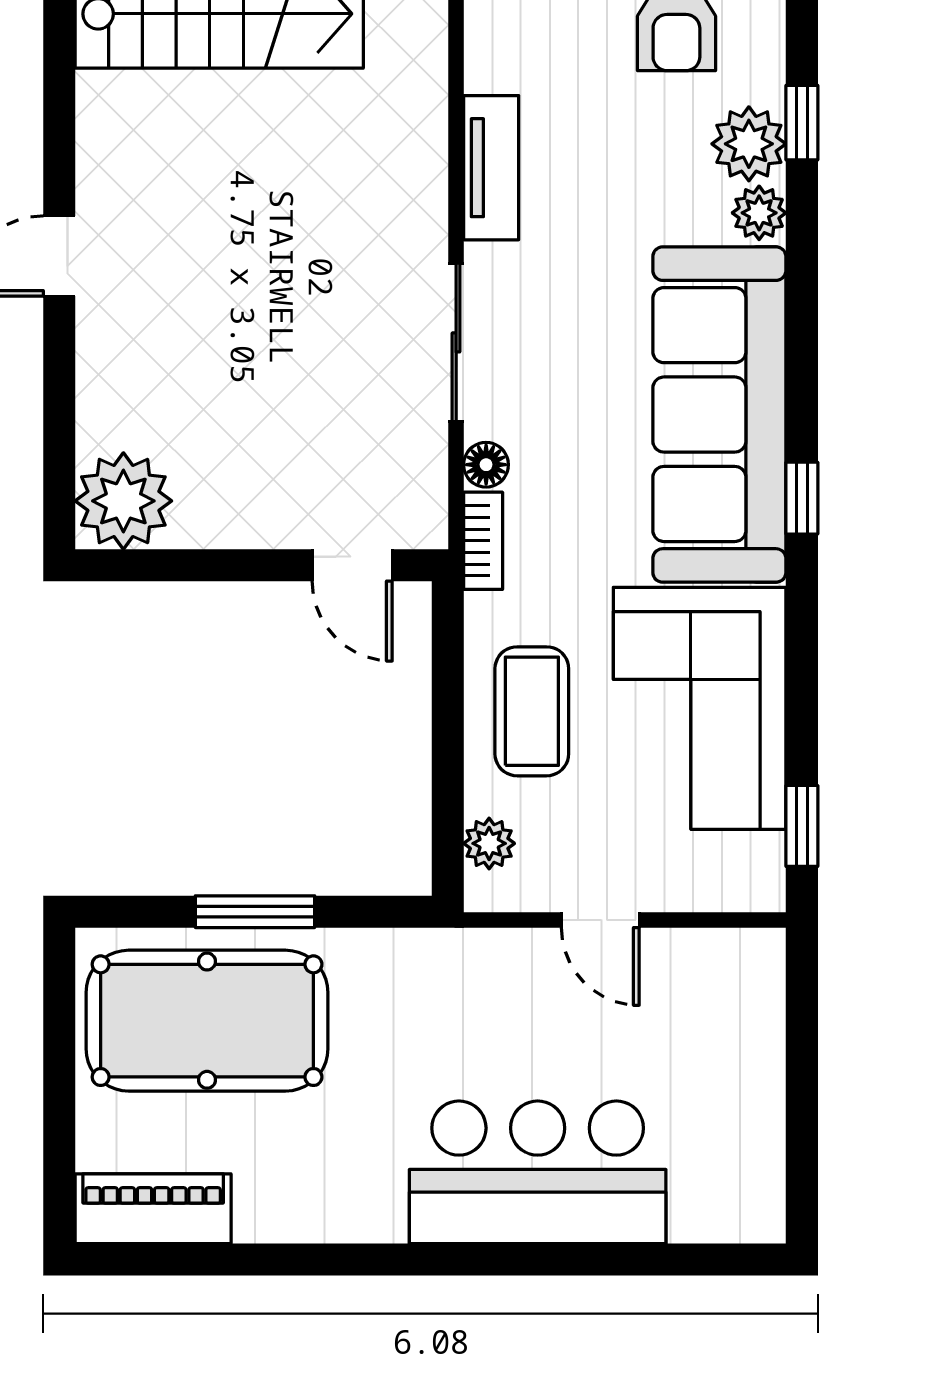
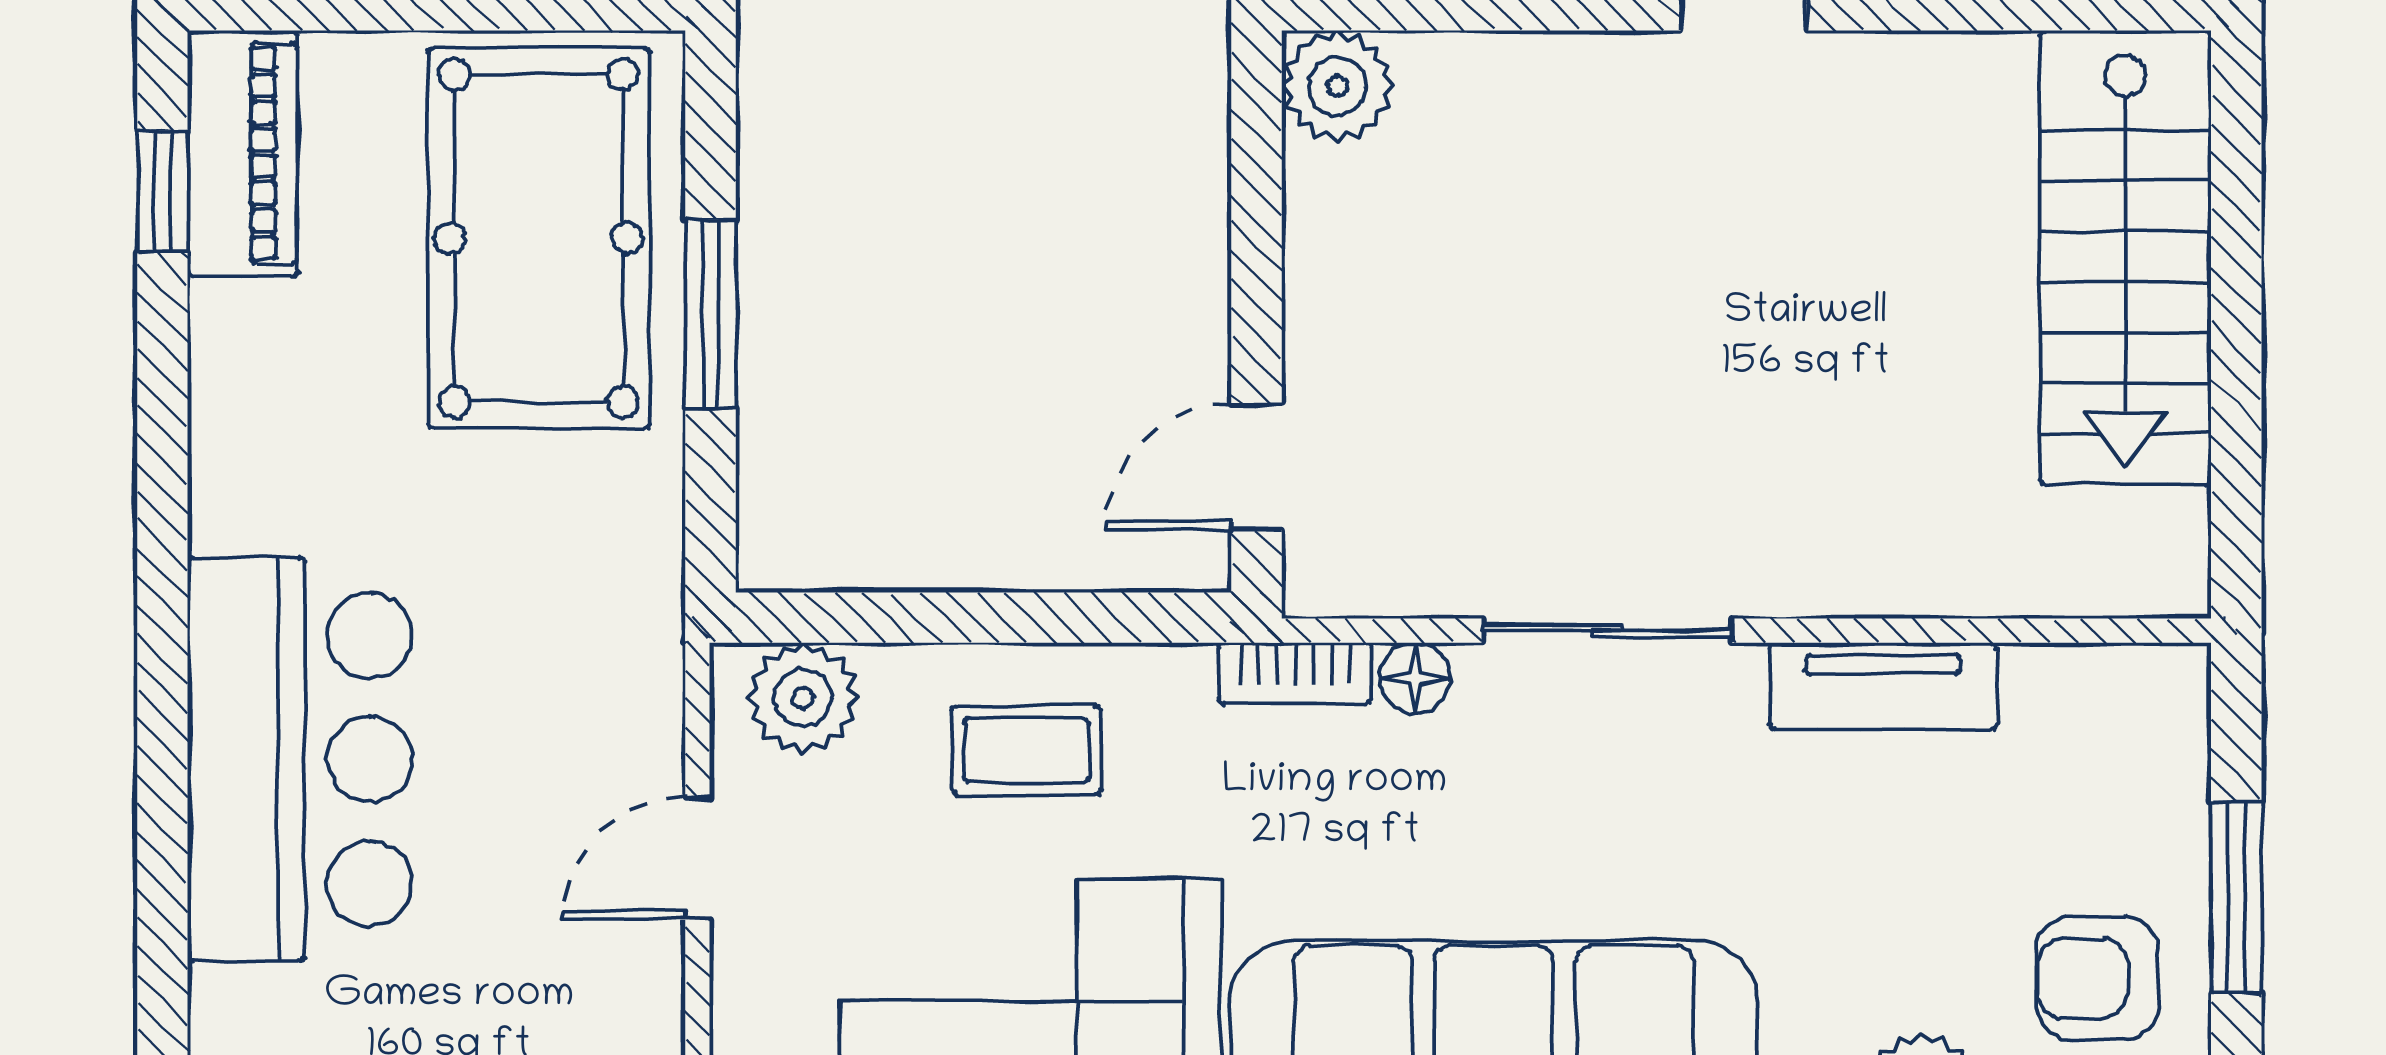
plant: (123, 501) -> (1337, 86), width x0.73, depth x0.73
coffee table: (532, 711) -> (1026, 750), width x0.73, depth x0.77
plant: (489, 843) -> (803, 698), width x1.38, depth x1.38
window: (177, 1259) -> (162, 191), added

